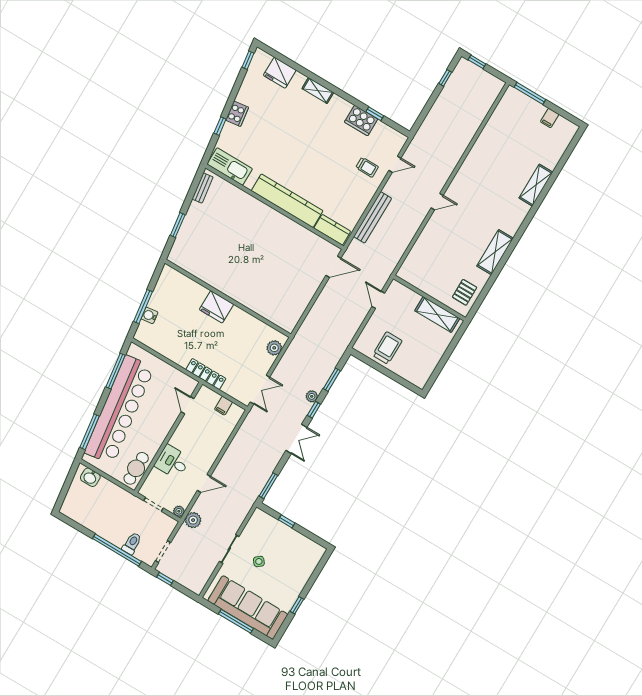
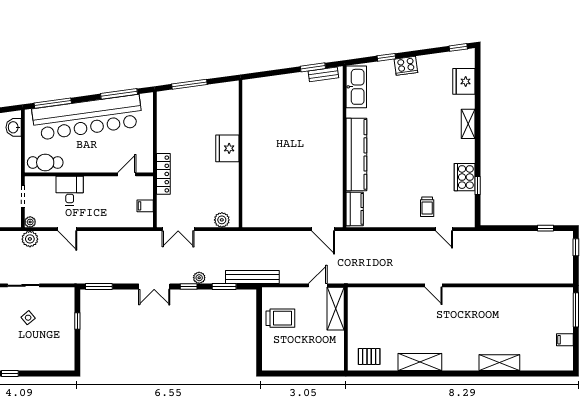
bench: (373, 217) -> (252, 277), moved
window: (178, 225) -> (313, 67), moved
shelving: (437, 314) -> (336, 309), moved
water cooler: (149, 315) -> (185, 95), removed

